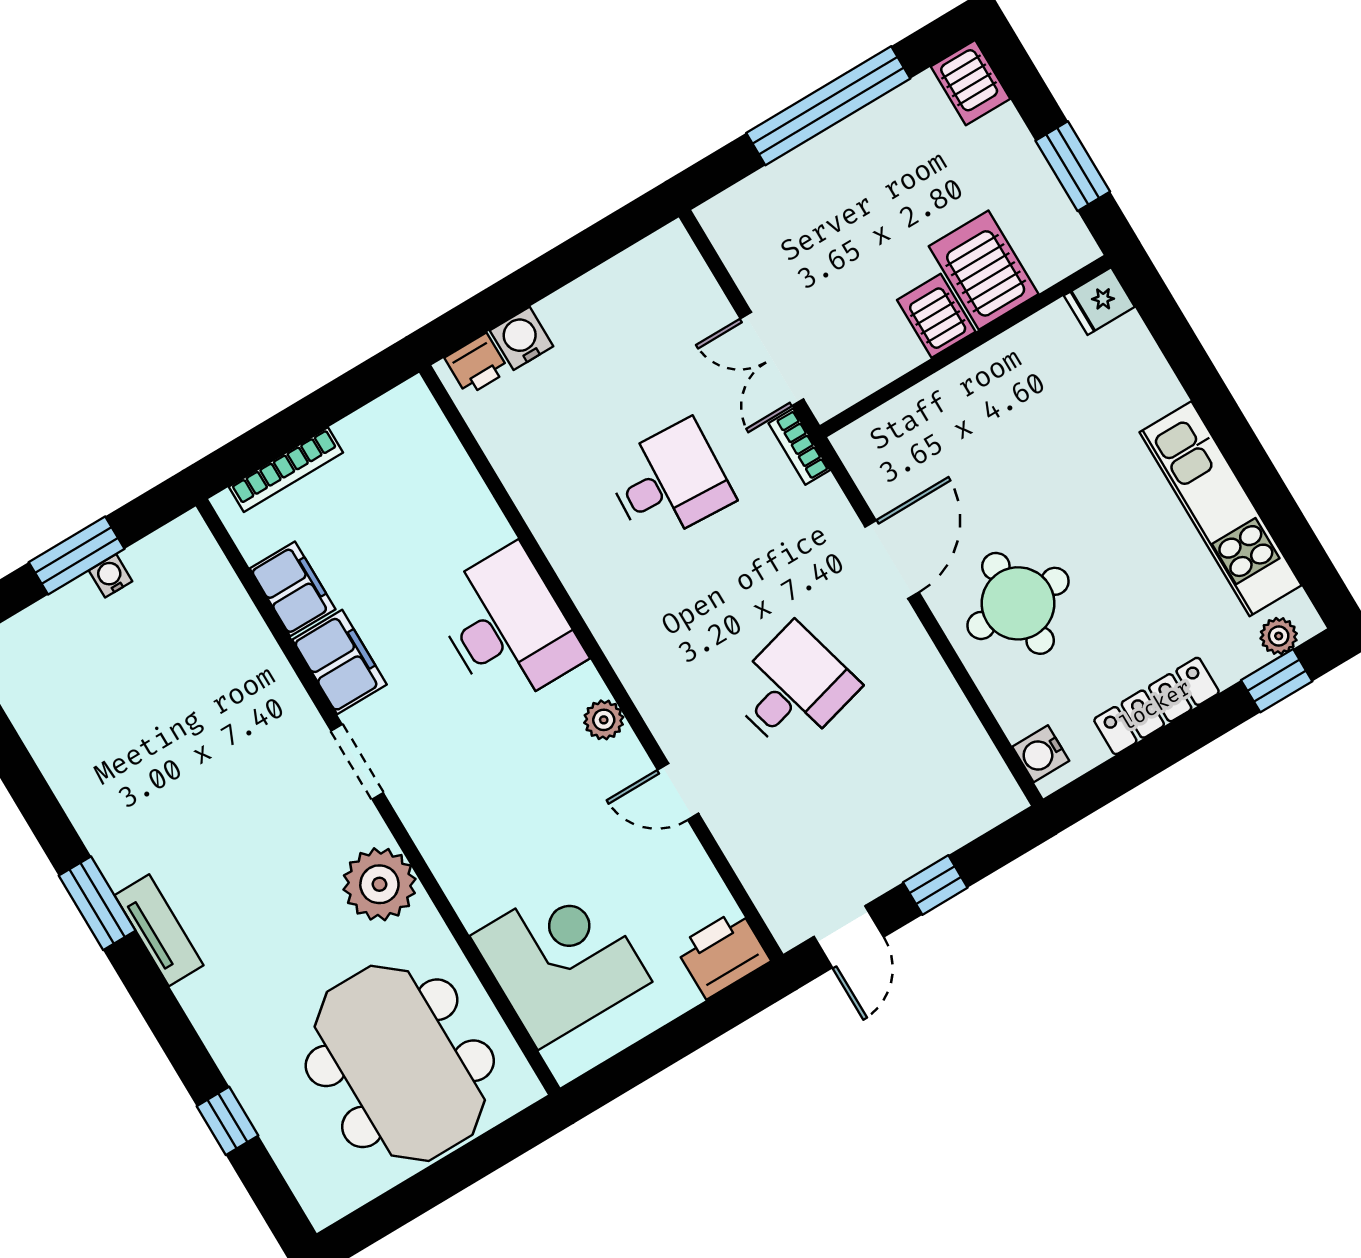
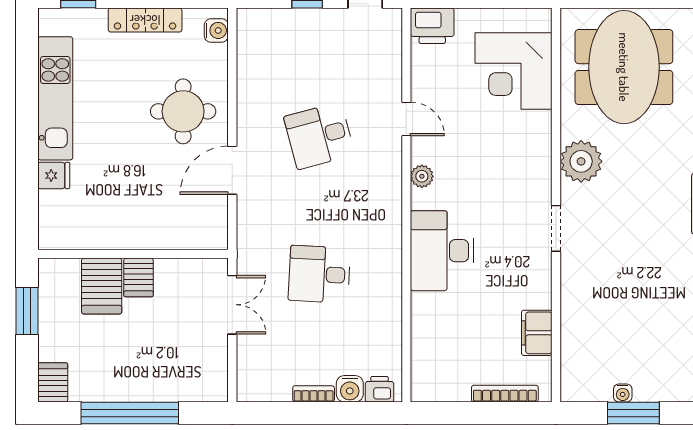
fridge: (1099, 301) -> (54, 176), moved
bookcase: (799, 447) -> (314, 394), moved, turned -90
plant: (1279, 636) -> (64, 18), removed
filing cabinet: (340, 662) -> (535, 283), removed

